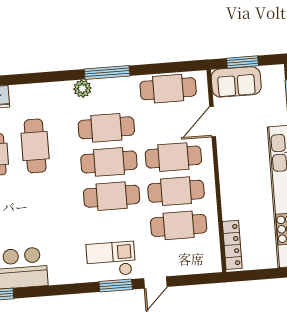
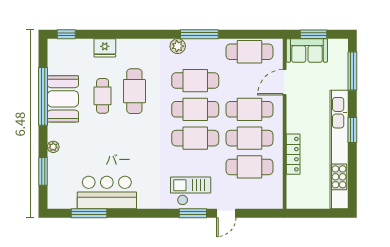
locker: (232, 245) -> (293, 154), moved

